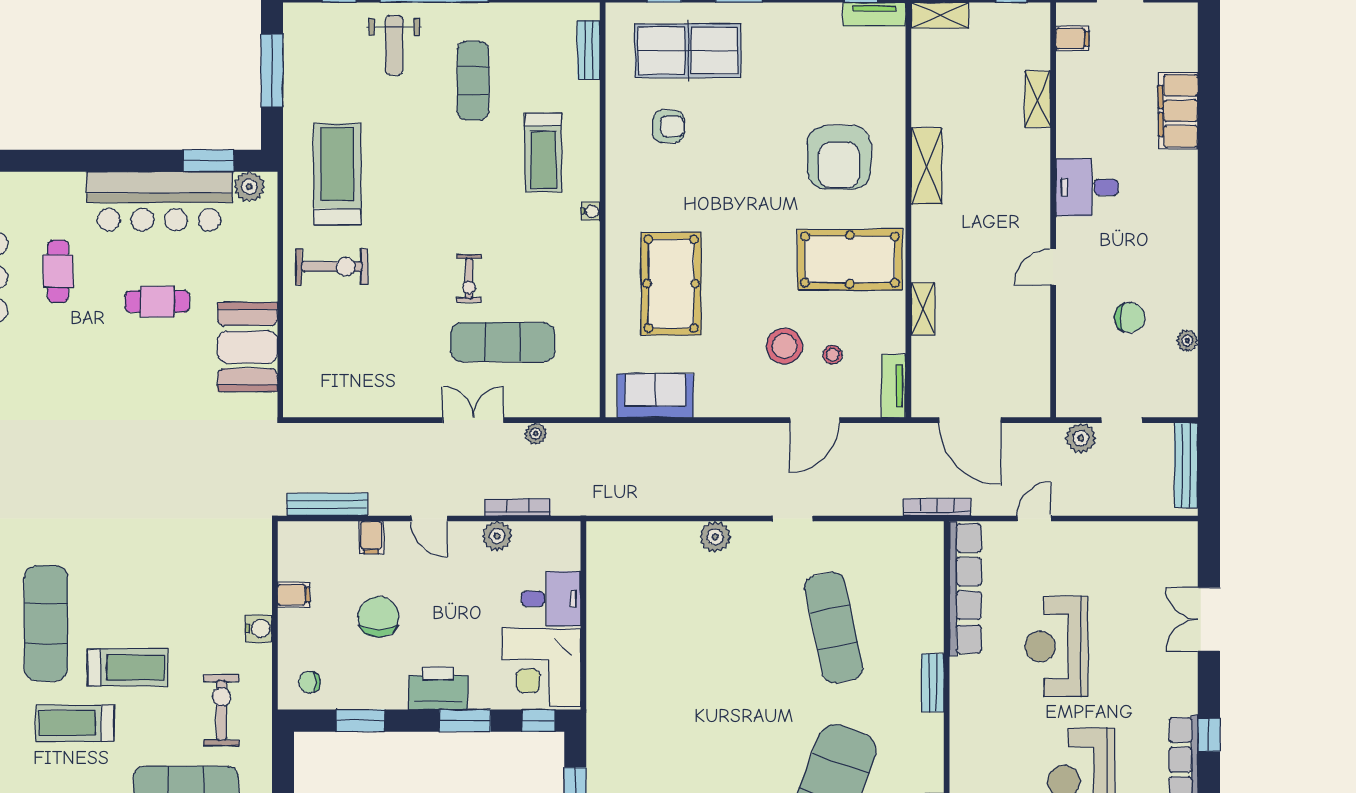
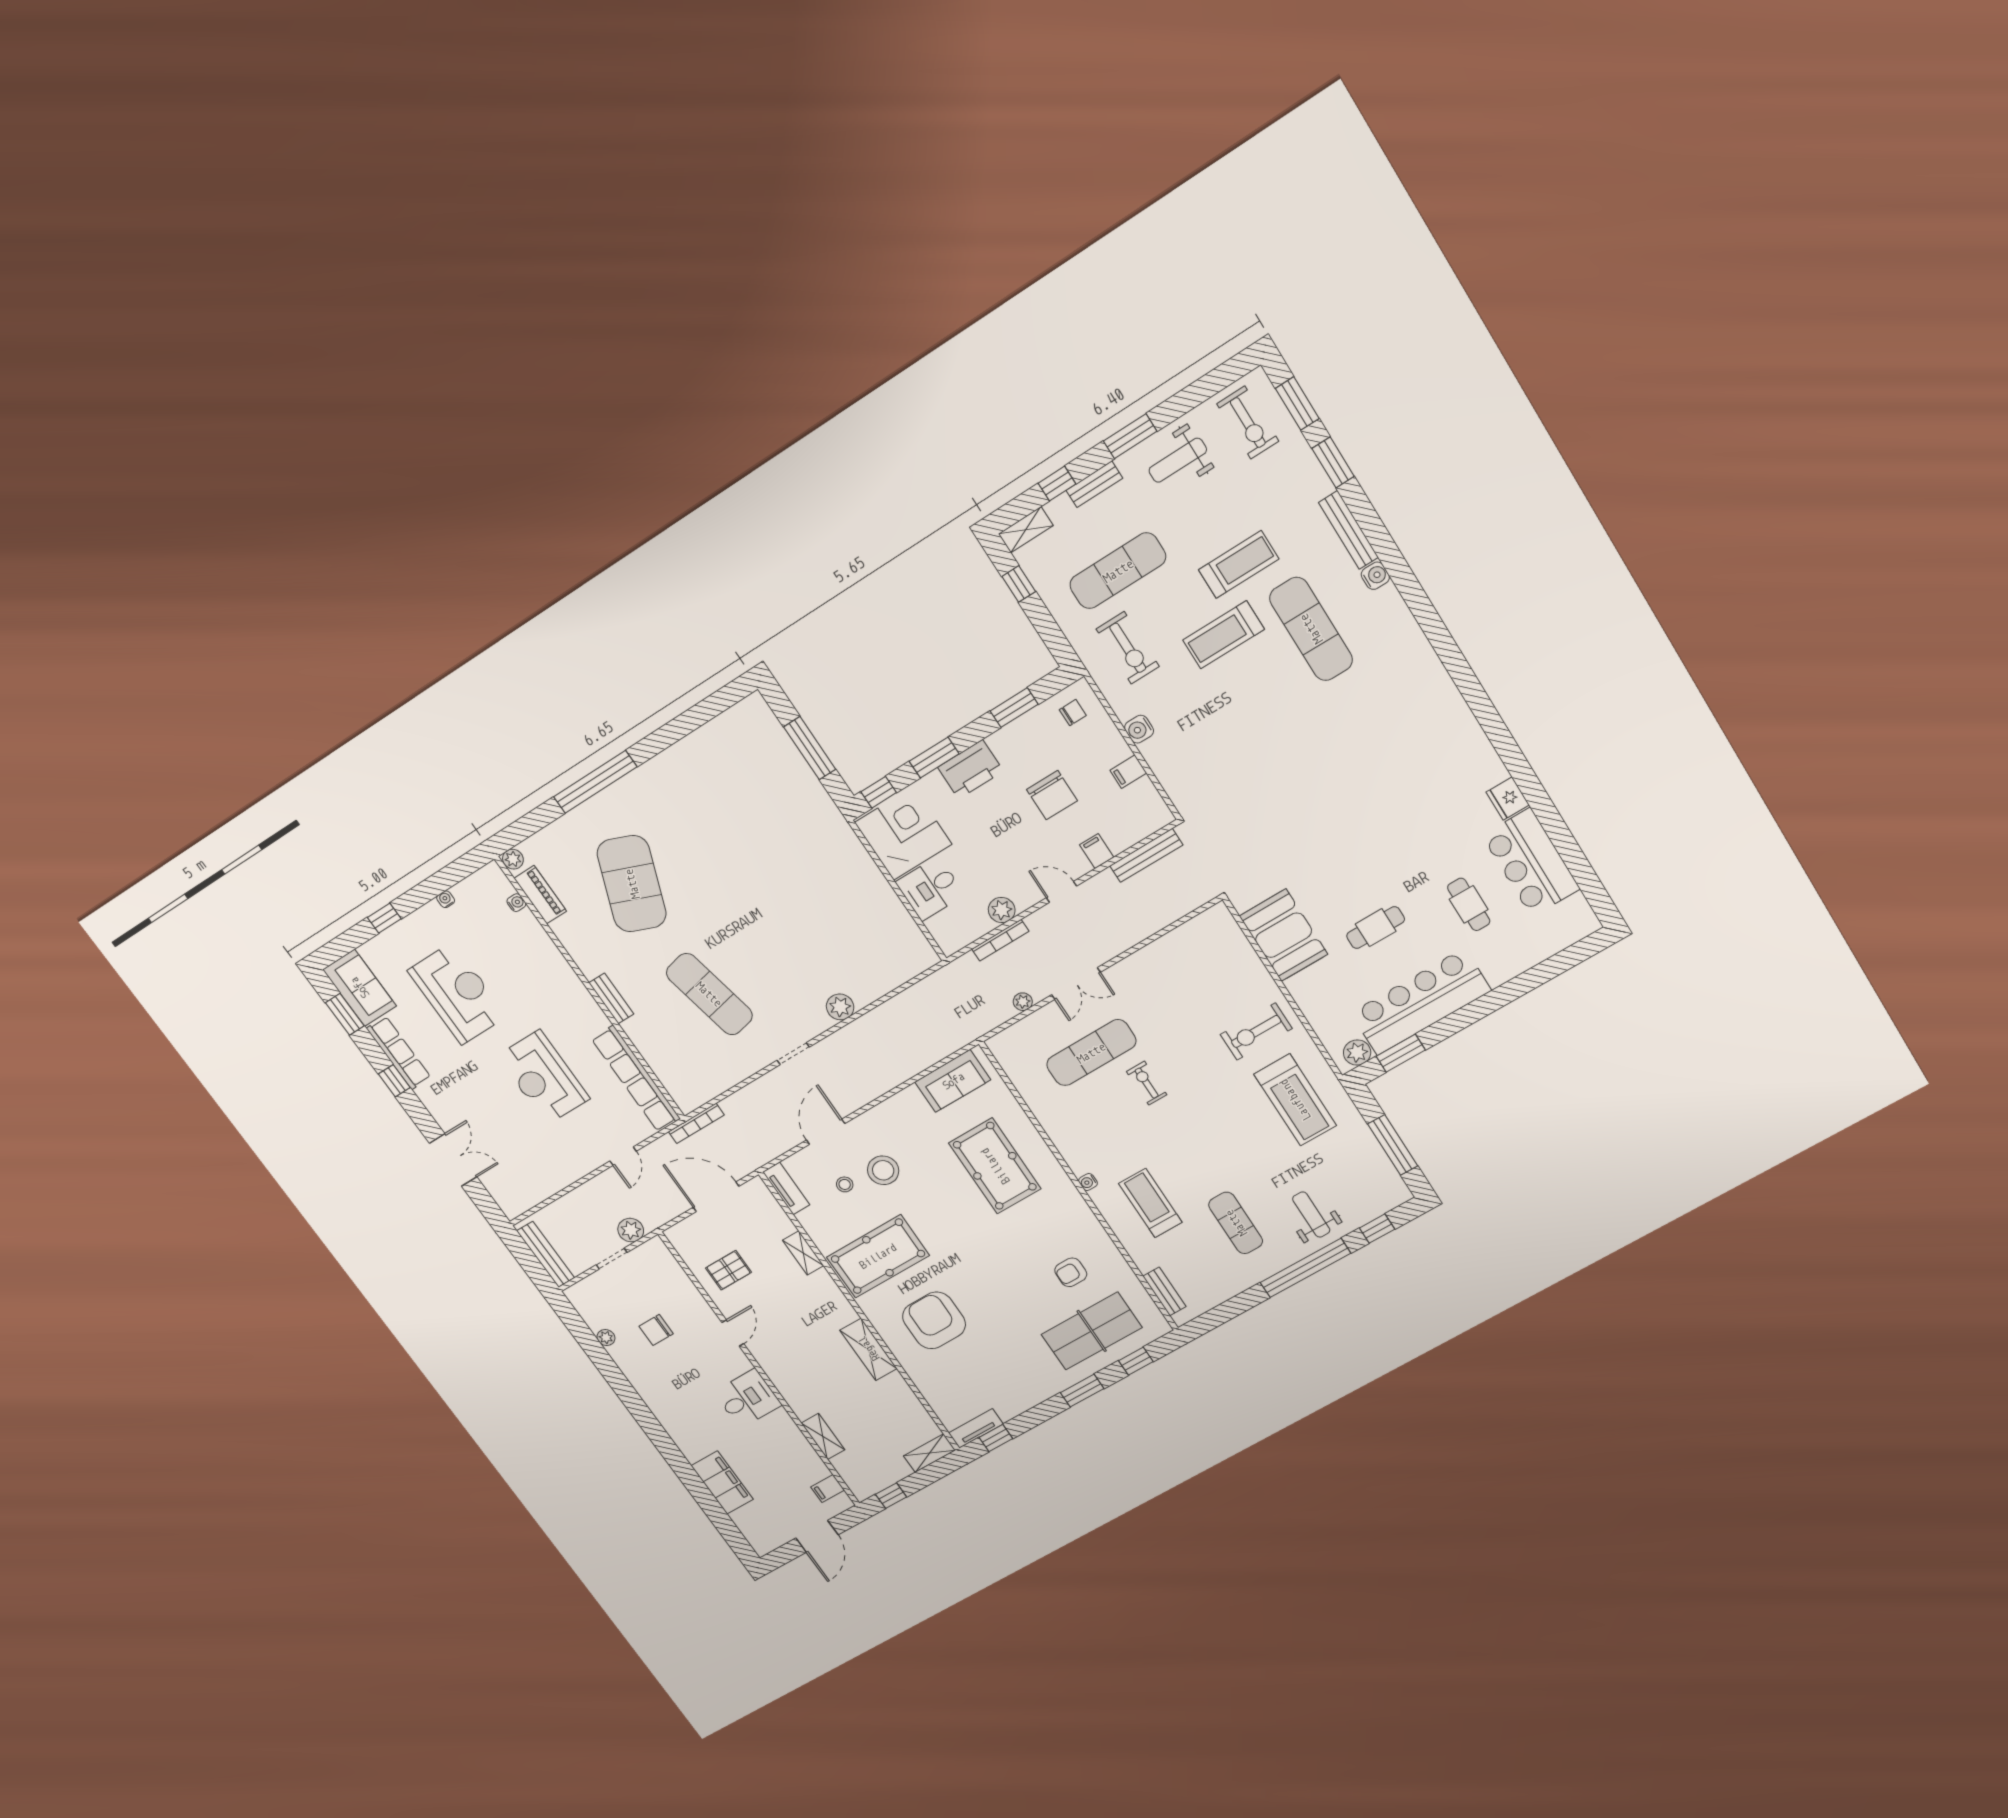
pallet: (1011, 336) -> (728, 1270), added
reception desk: (1056, 647) -> (543, 1077), turned 180

